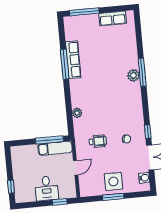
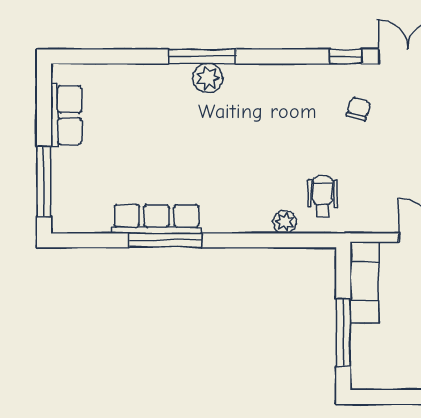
window: (49, 140) -> (343, 333), moved
wheelchair: (98, 141) -> (323, 197), moved

